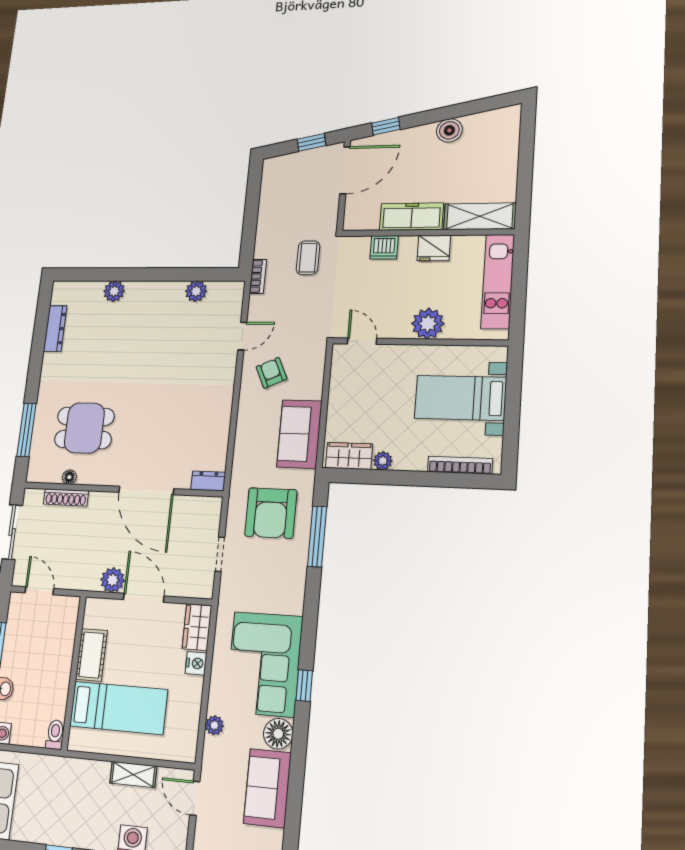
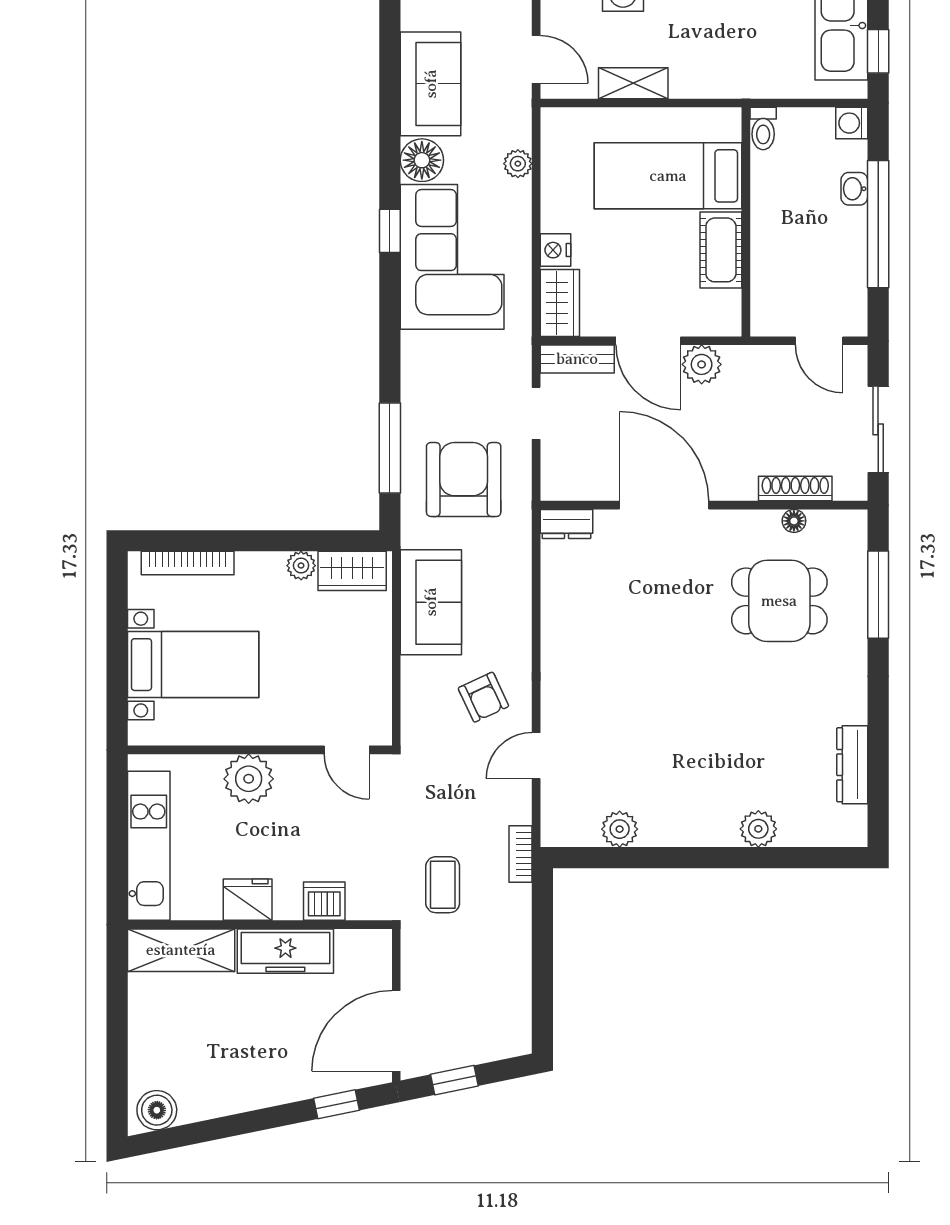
boiler: (449, 130) -> (157, 1110), moved
bench: (190, 589) -> (577, 359), added

